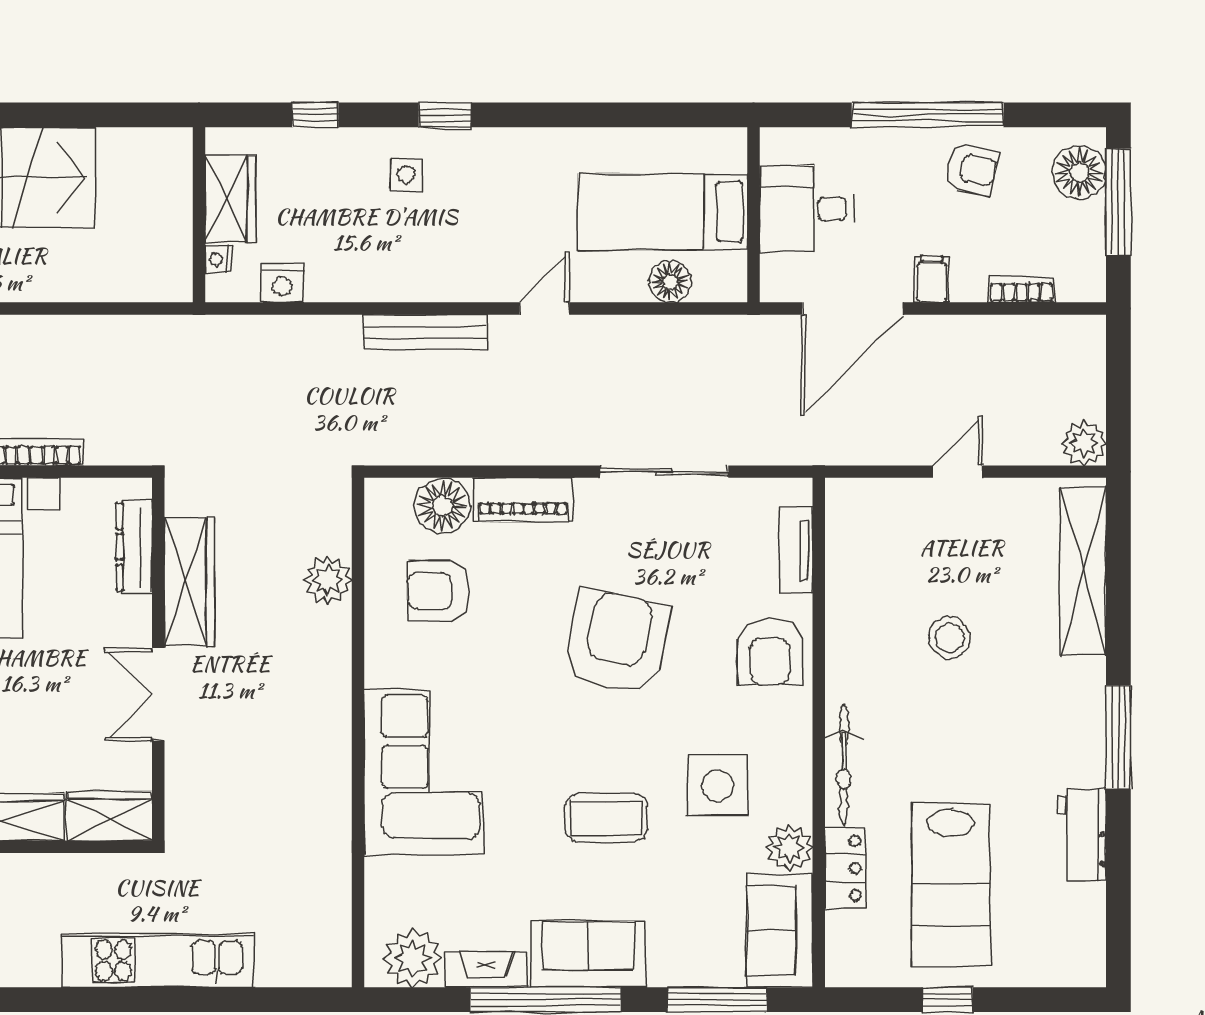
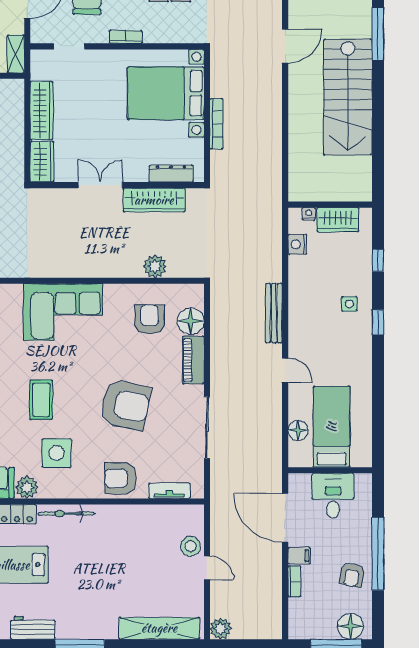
bookcase: (1021, 289) -> (294, 581), moved
stool: (950, 638) -> (191, 546), moved

